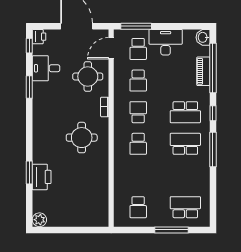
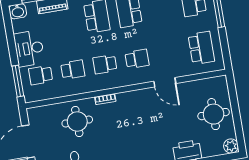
door: (111, 48) -> (165, 82), moved
school desk: (138, 49) -> (41, 75), turned 180
round table: (82, 138) -> (214, 114), moved
school desk: (138, 207) -> (201, 48), width x1.85

